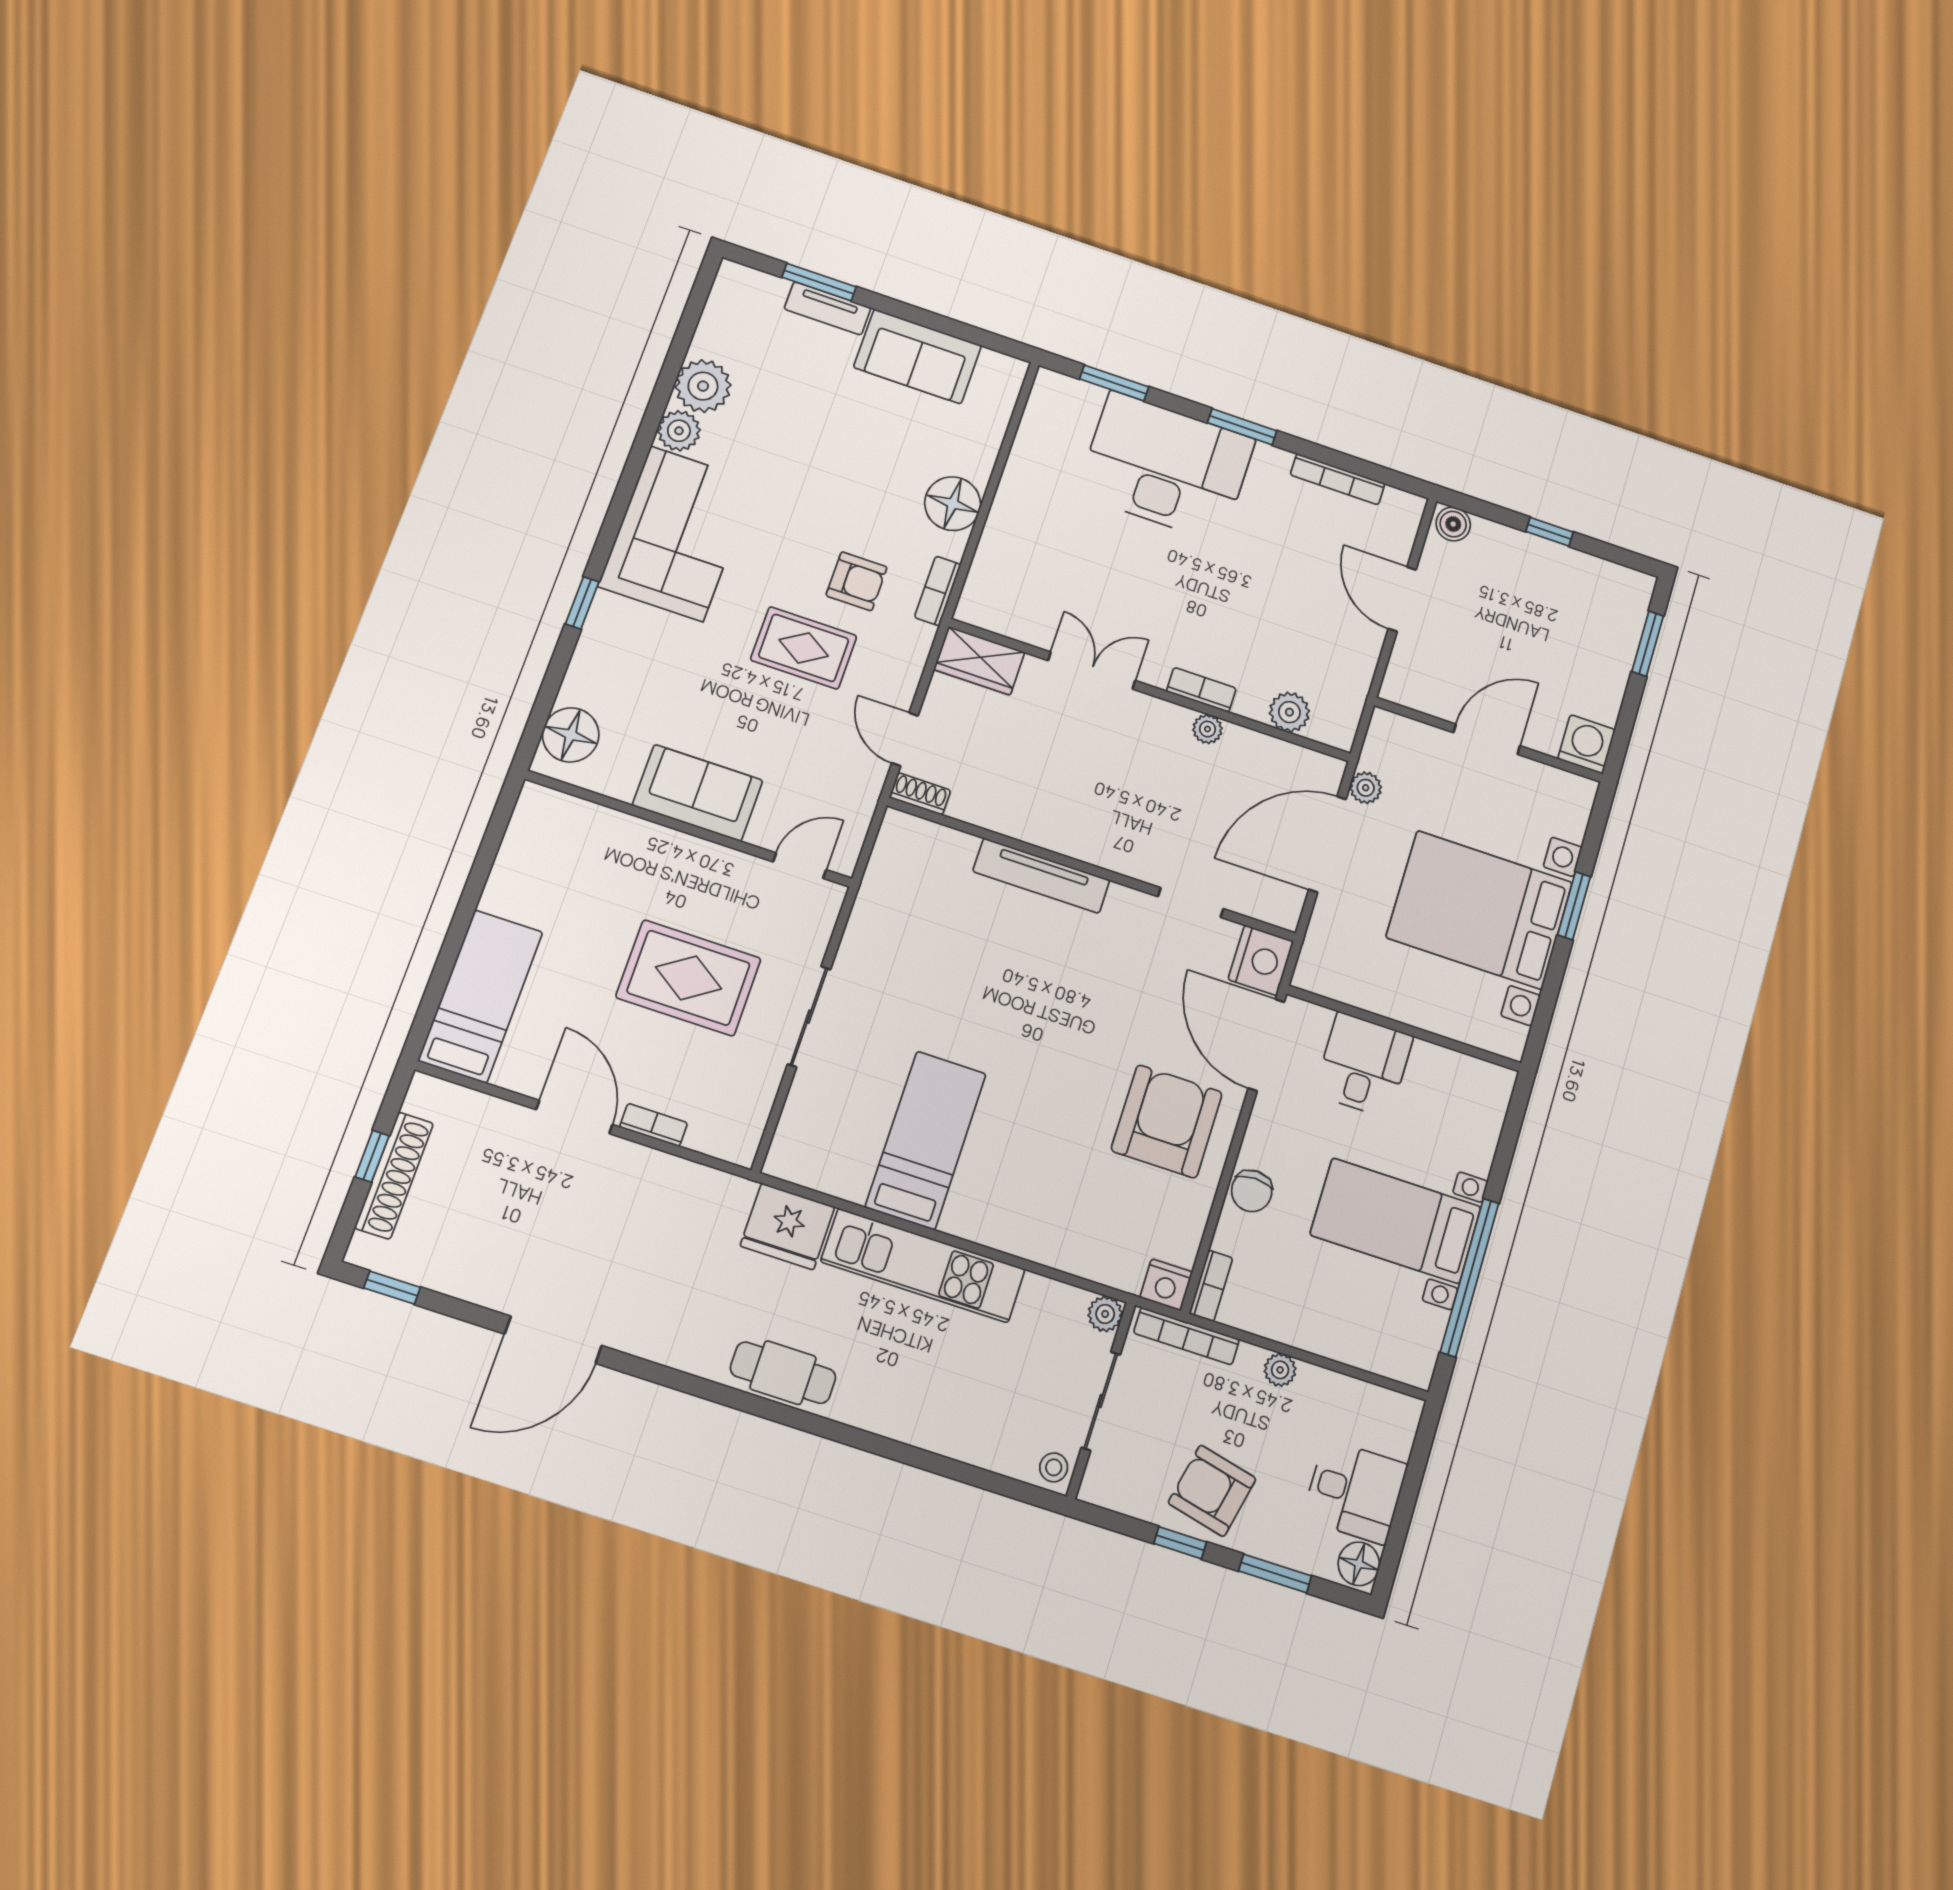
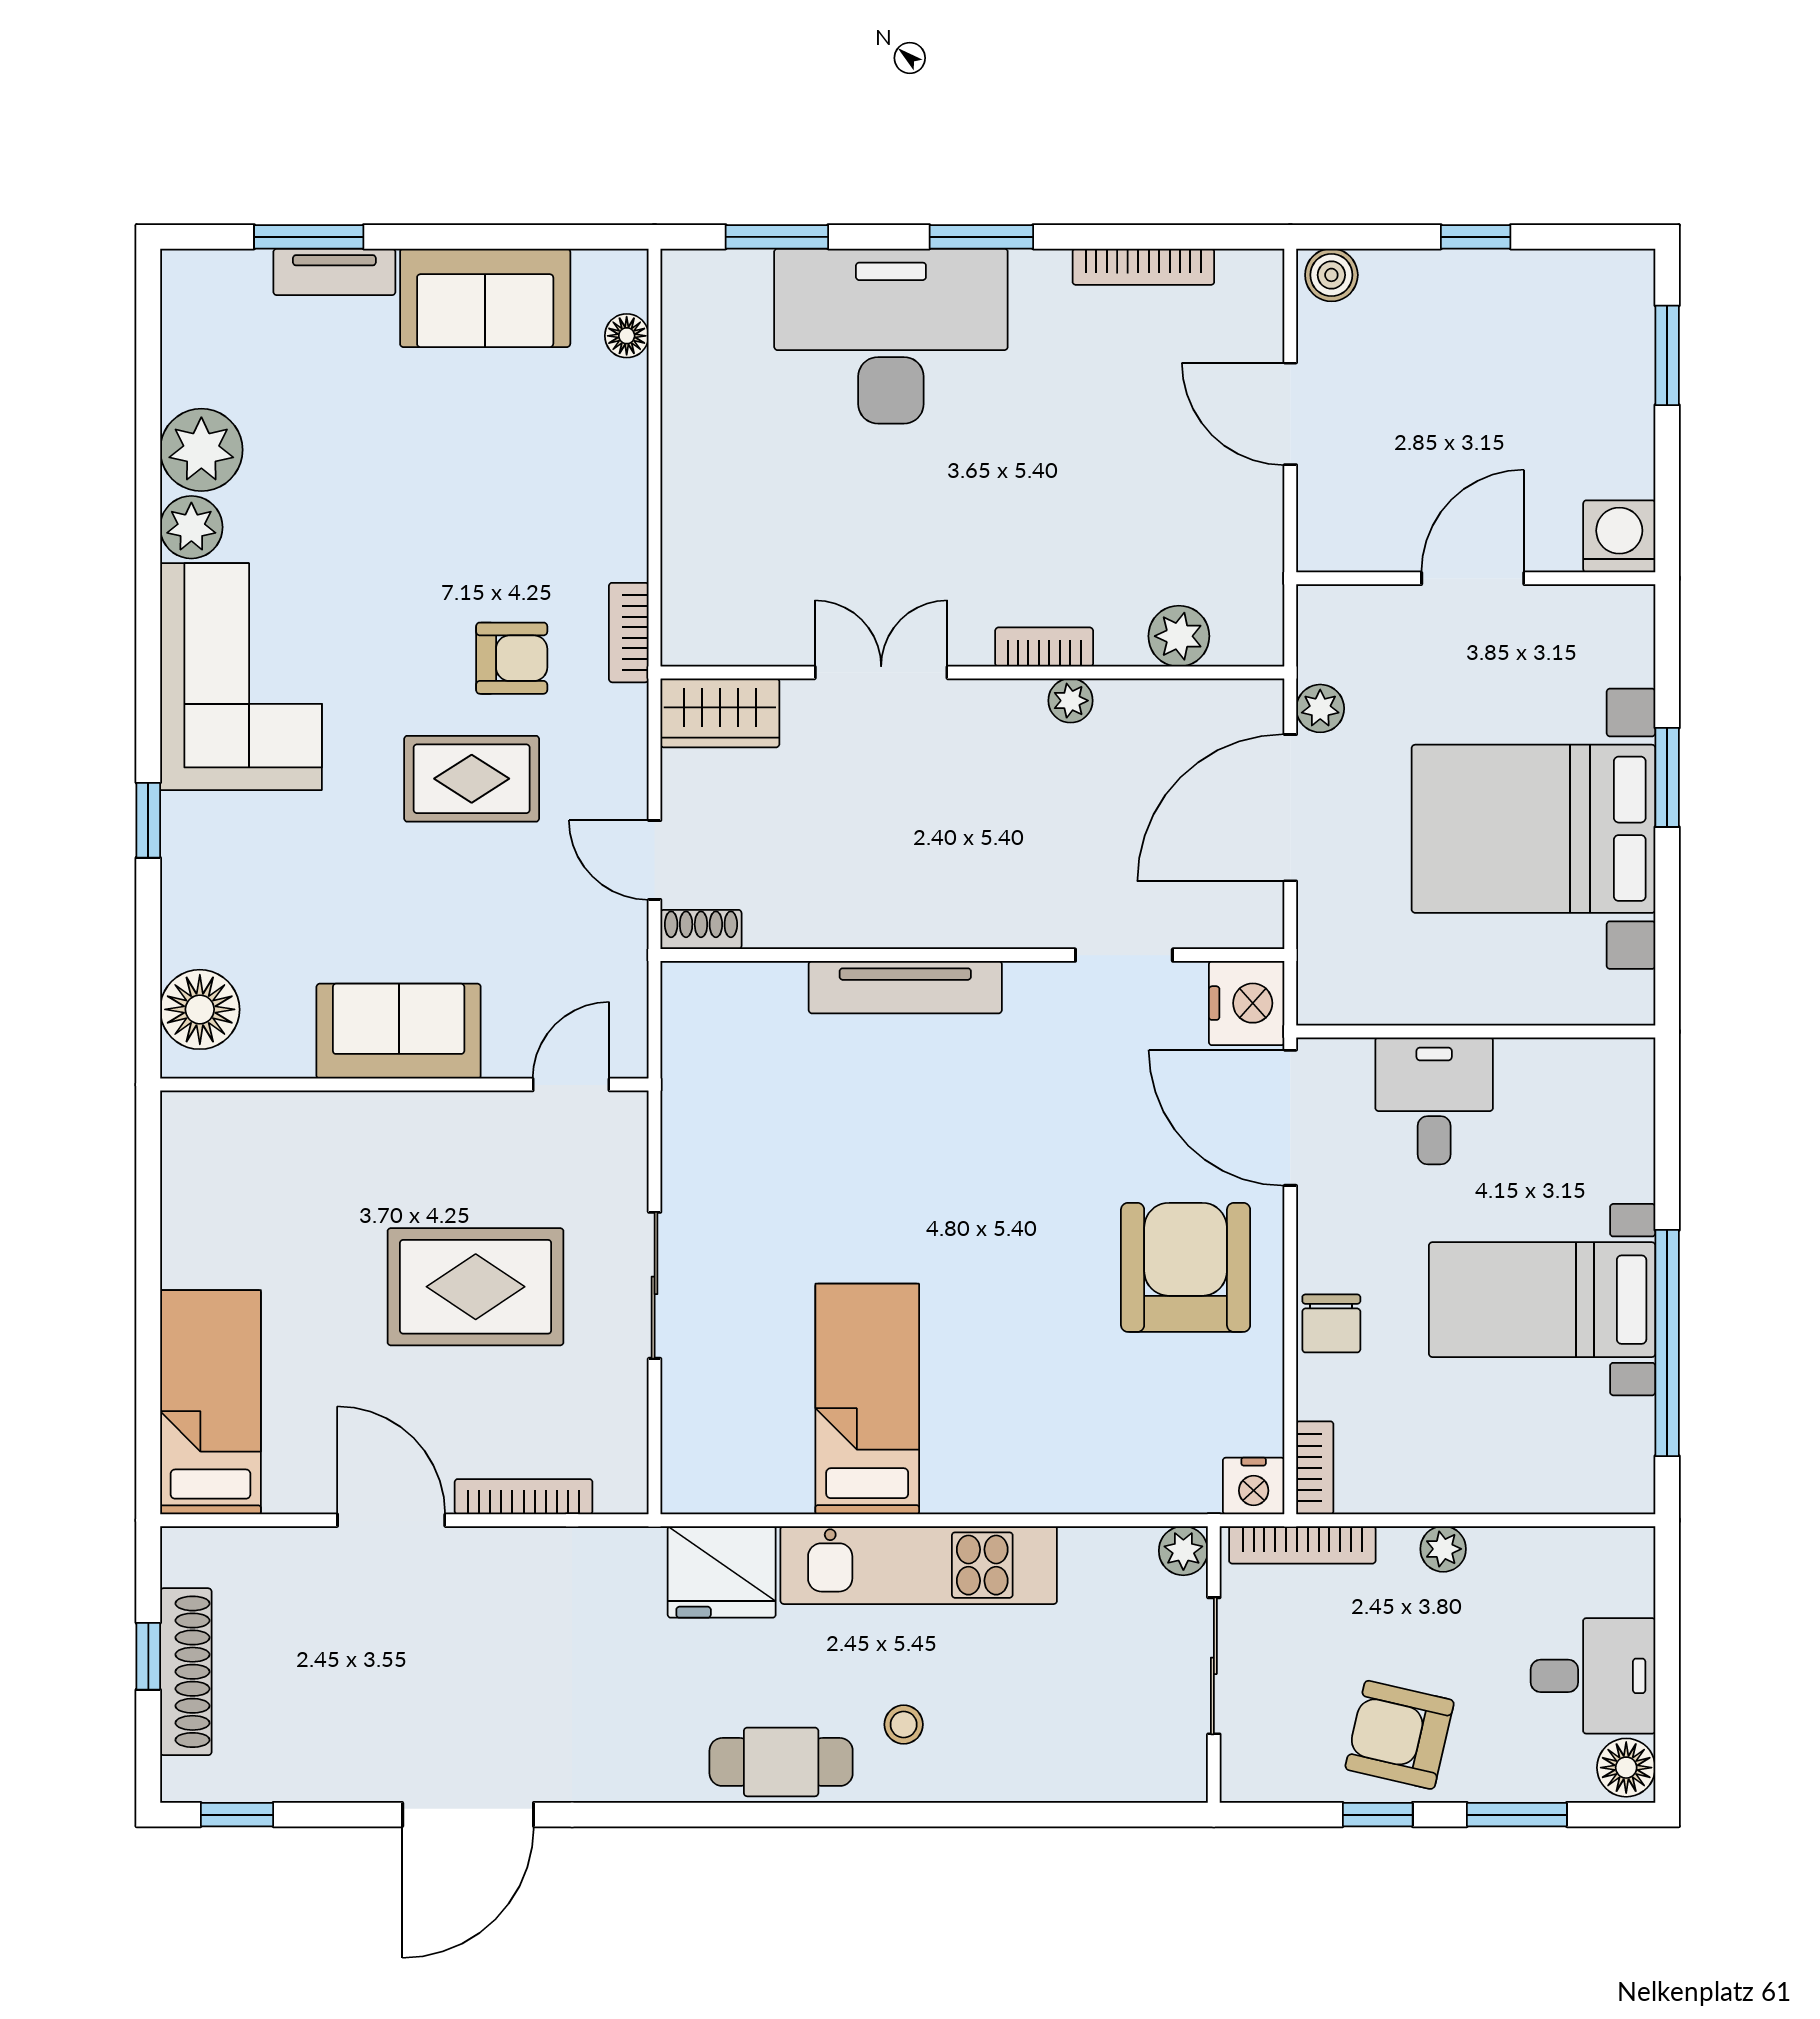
floor lamp: (953, 504) -> (627, 336), moved, width x0.53, depth x0.53
bookcase: (654, 1125) -> (524, 1497), width x1.56
stool: (1054, 1467) -> (904, 1724), moved

